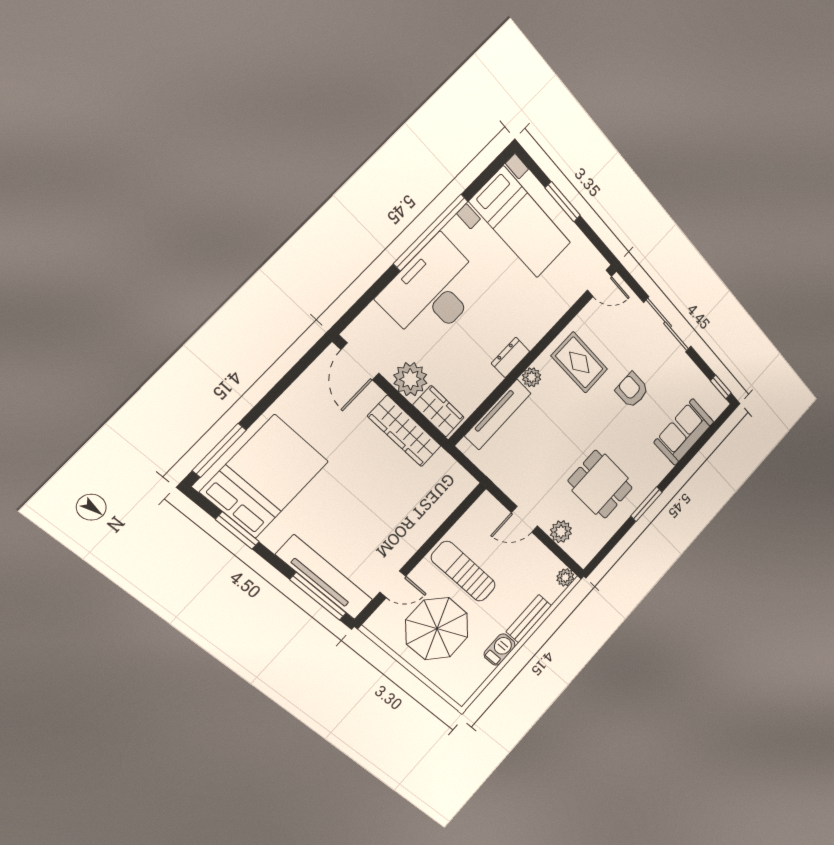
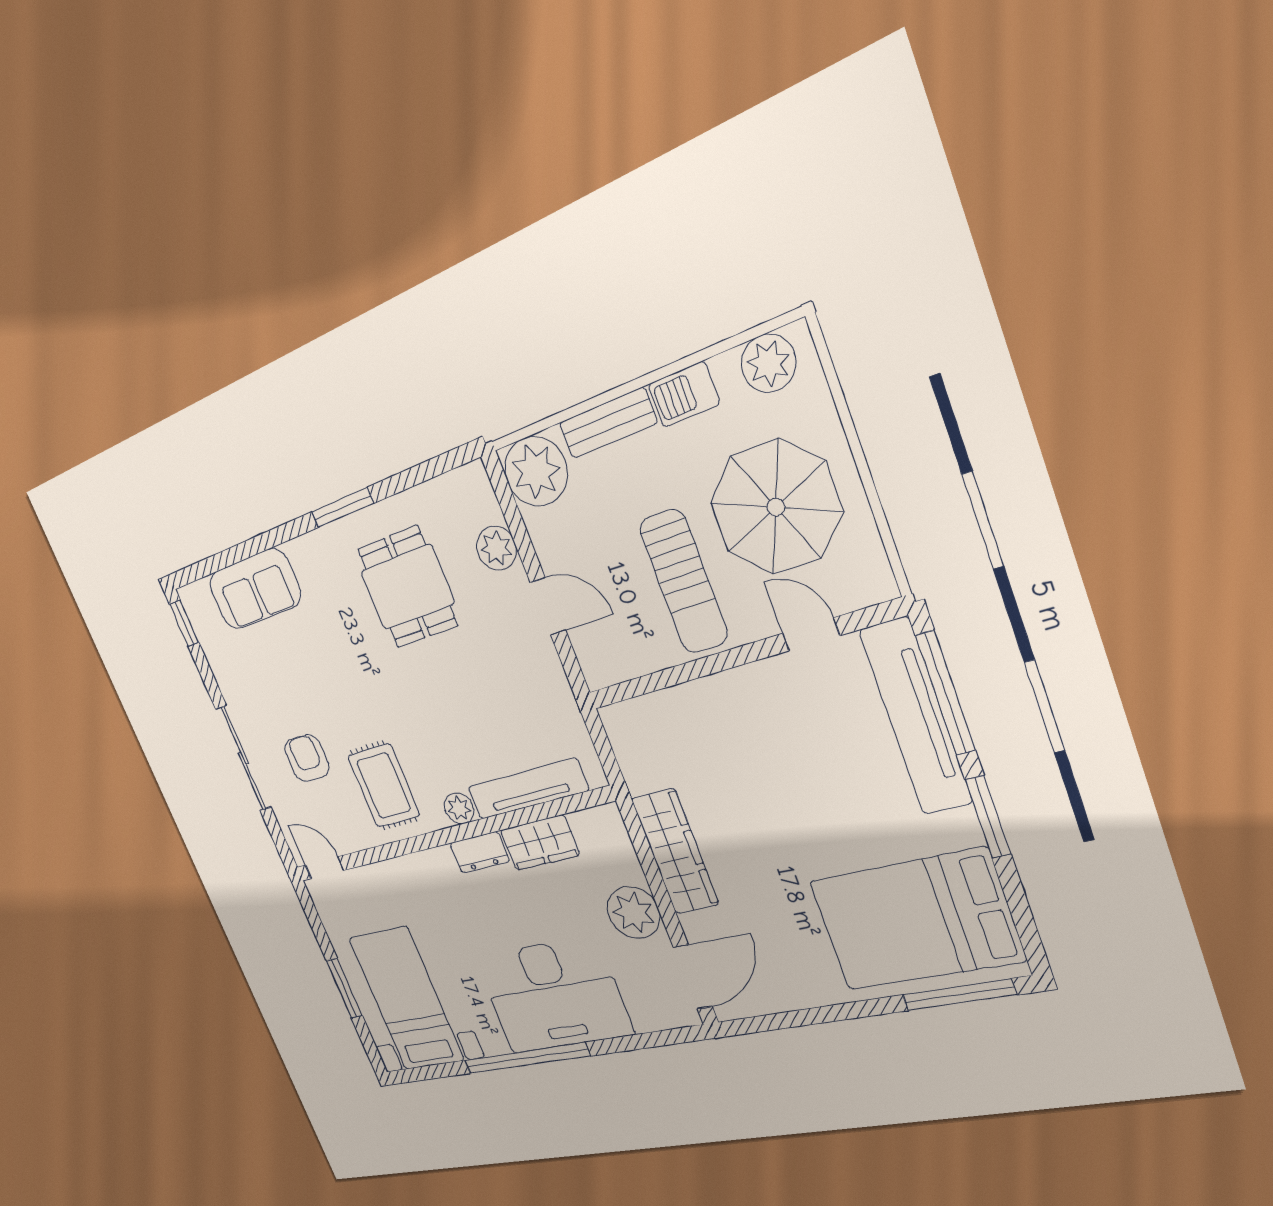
armchair: (632, 390) -> (307, 758), moved, turned 180
wardrobe: (439, 411) -> (540, 843), moved, turned -90
window: (237, 531) -> (988, 817), moved
plant: (565, 577) -> (536, 471), width x1.88, depth x1.88
plant: (468, 682) -> (769, 363), added

